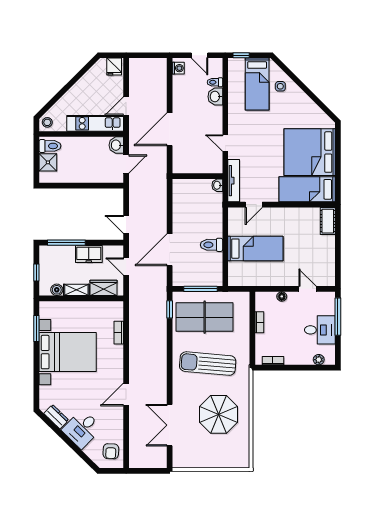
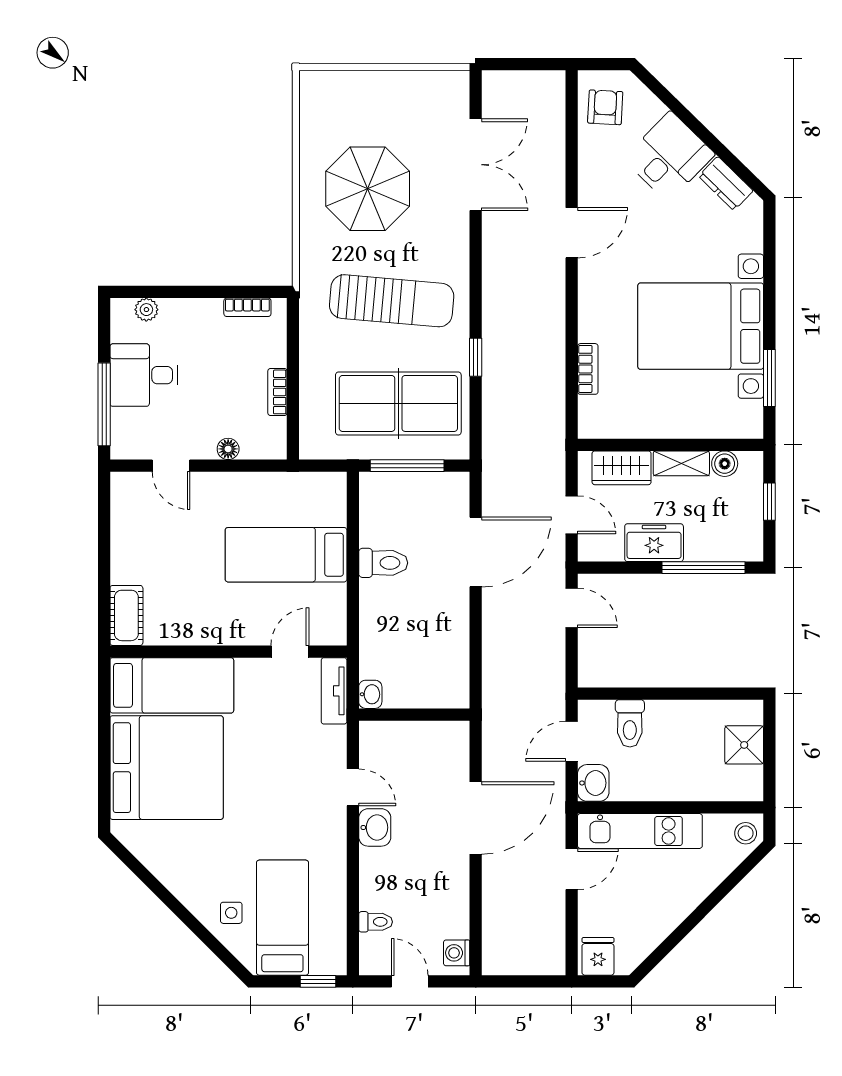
washbasin: (215, 97) -> (375, 827), moved
toilet: (50, 146) -> (630, 723), moved, turned -90
tv unit: (234, 181) -> (334, 691), width x0.71
window: (170, 309) -> (476, 357), moved

